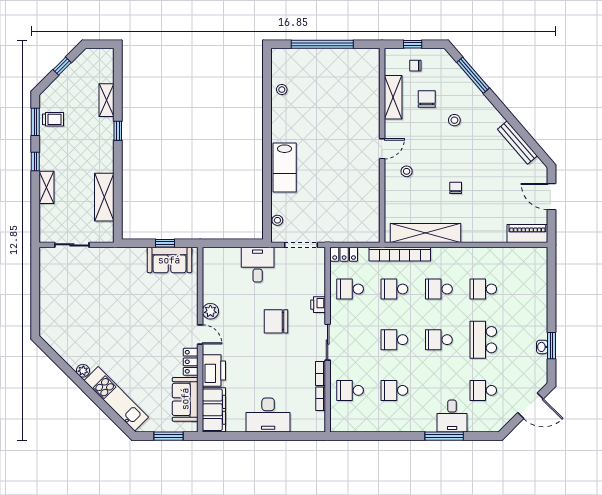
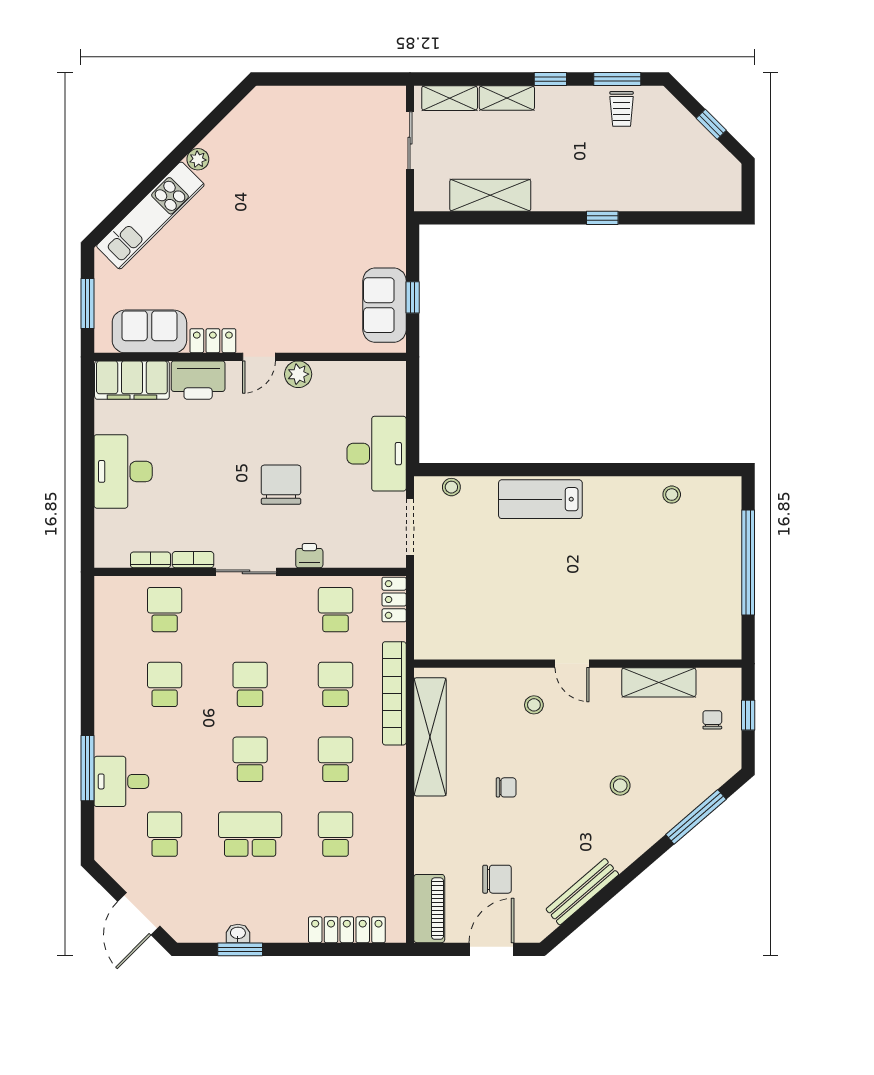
chair: (427, 99) -> (497, 879), moved
shelving: (106, 100) -> (450, 98), moved
desk: (258, 265) -> (377, 454), width x1.37
locker: (540, 282) -> (347, 930), added

